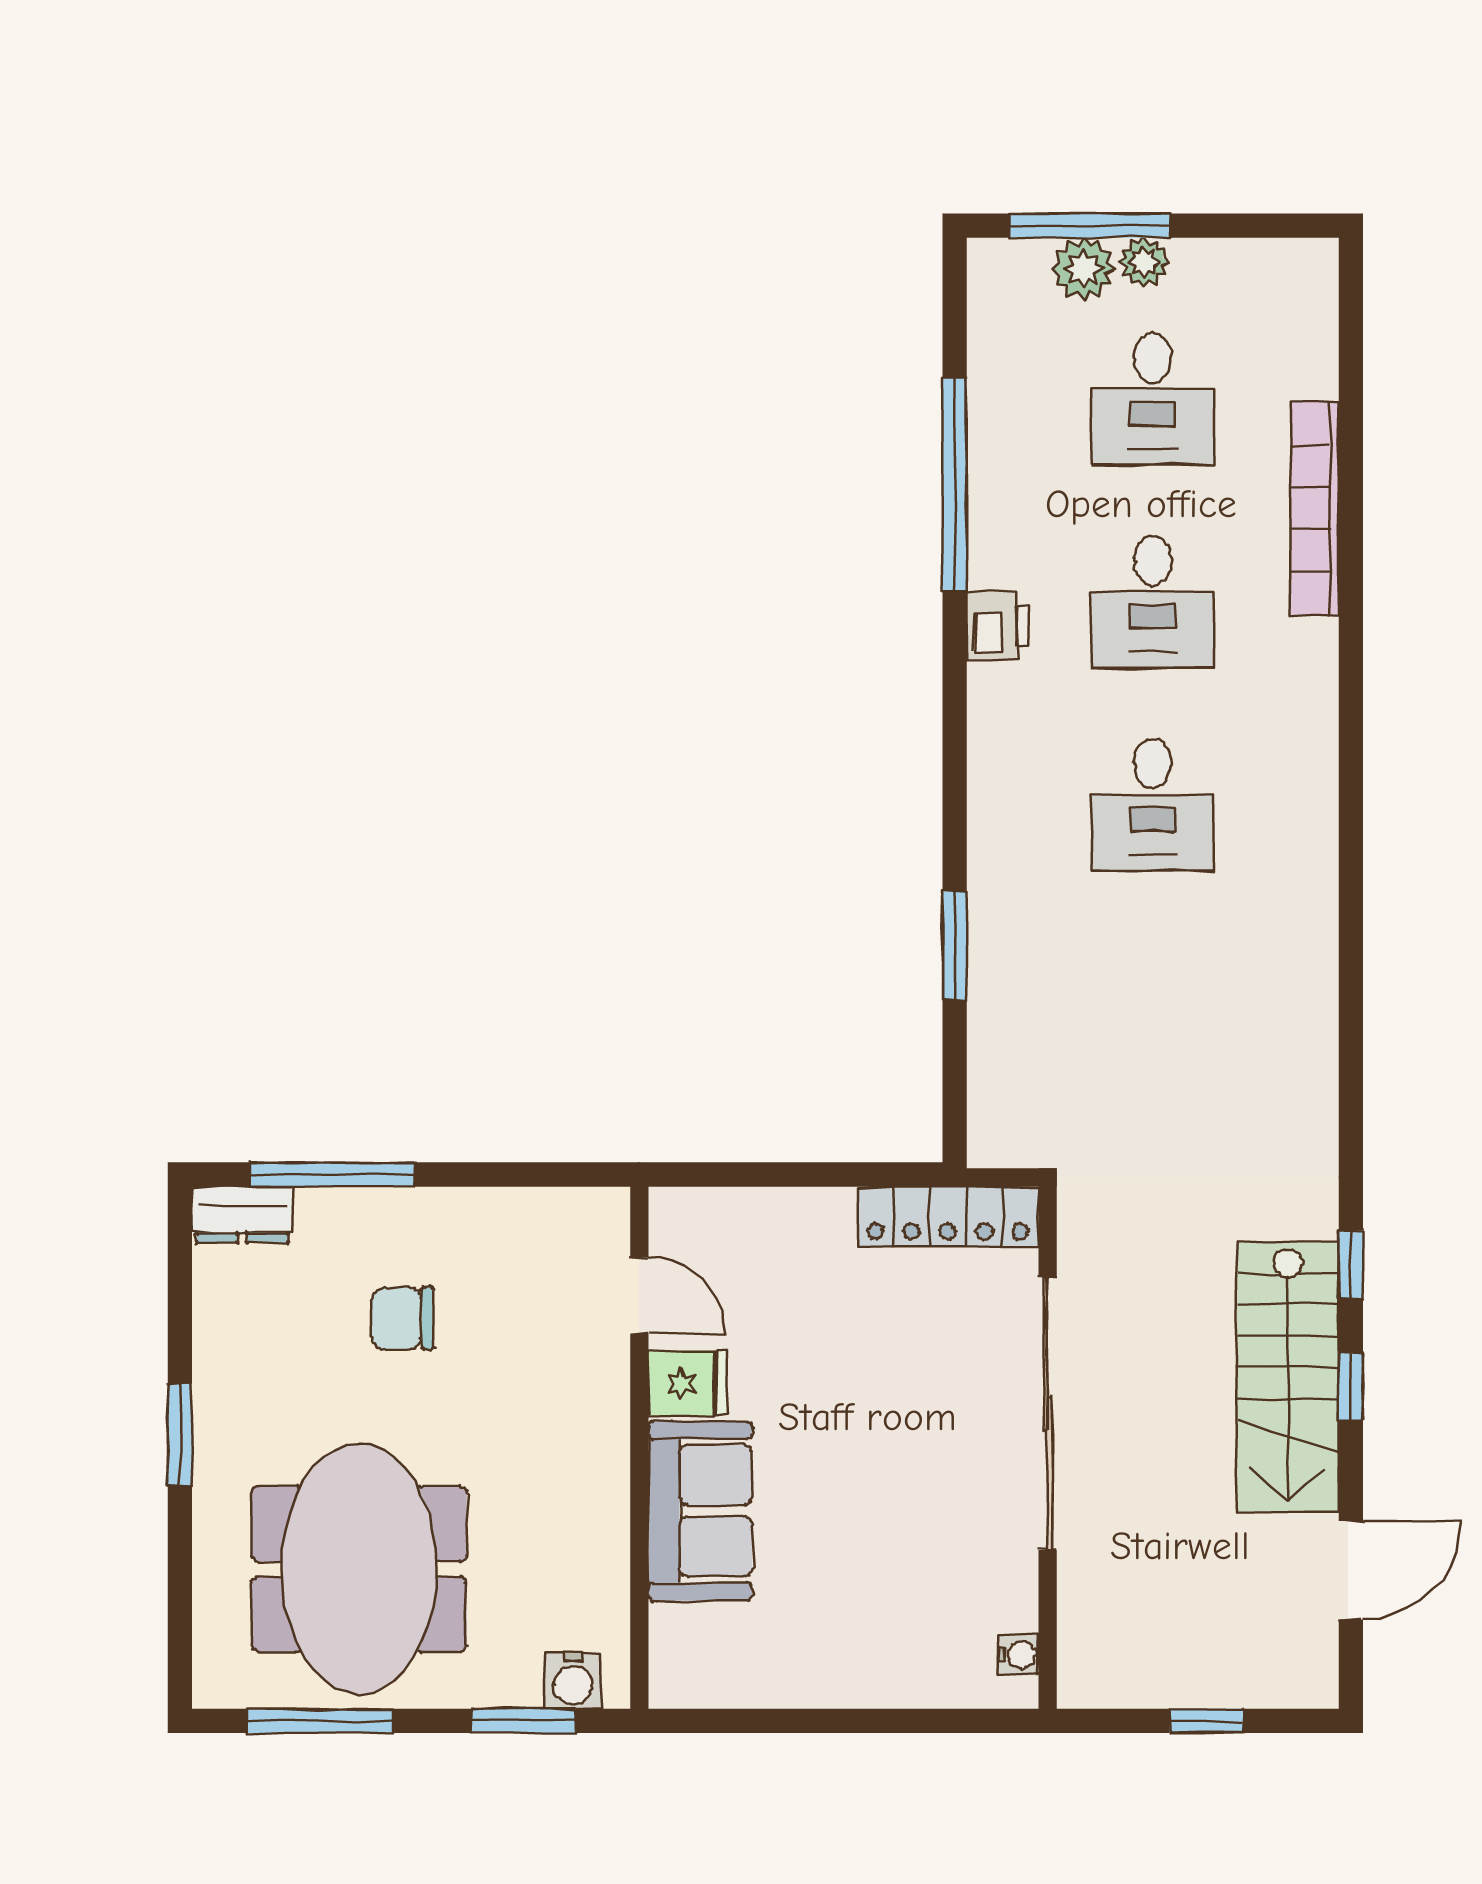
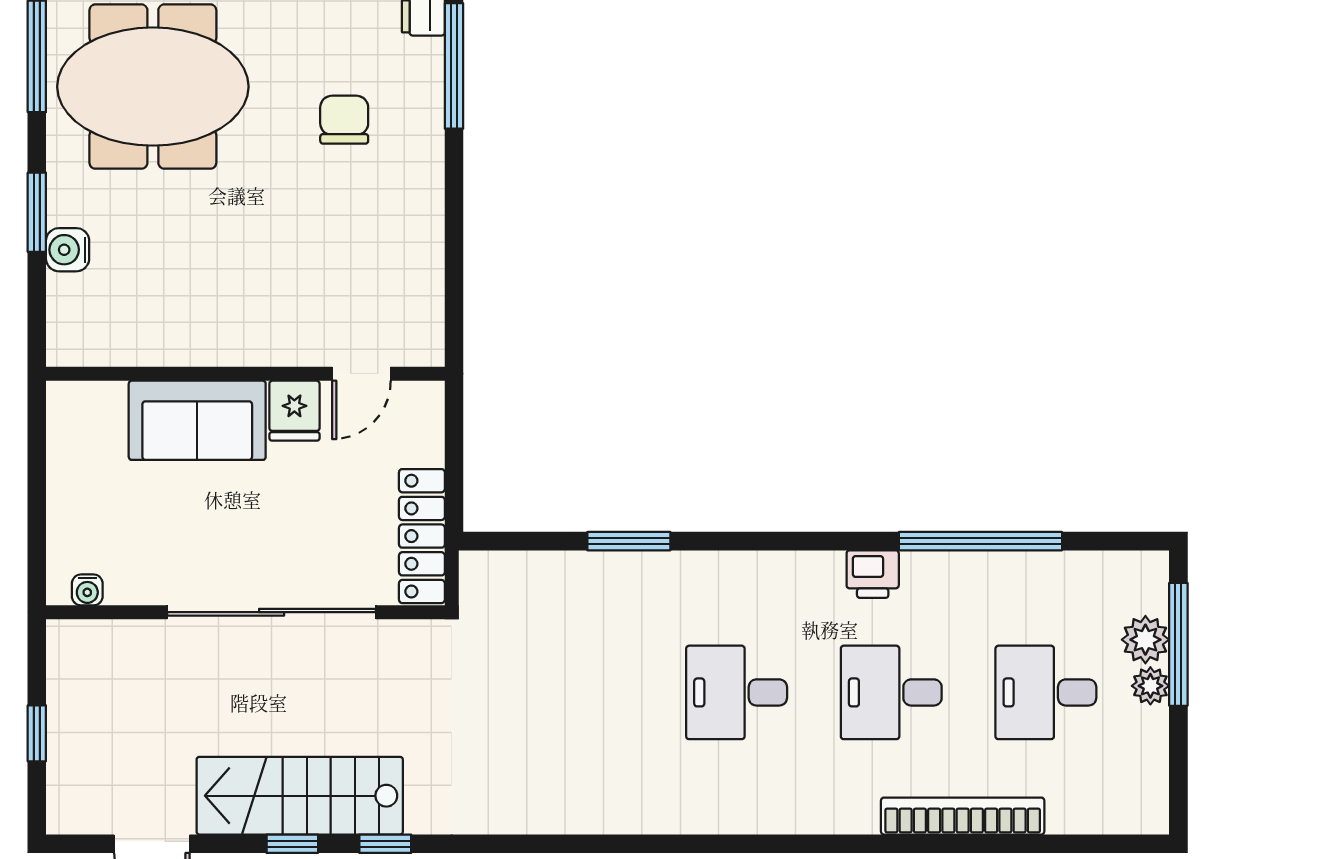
door: (639, 1296) -> (361, 374), moved
fridge: (687, 1383) -> (294, 411), moved
wall: (639, 1448) -> (245, 374), moved
sofa: (700, 1511) -> (197, 420), moved

